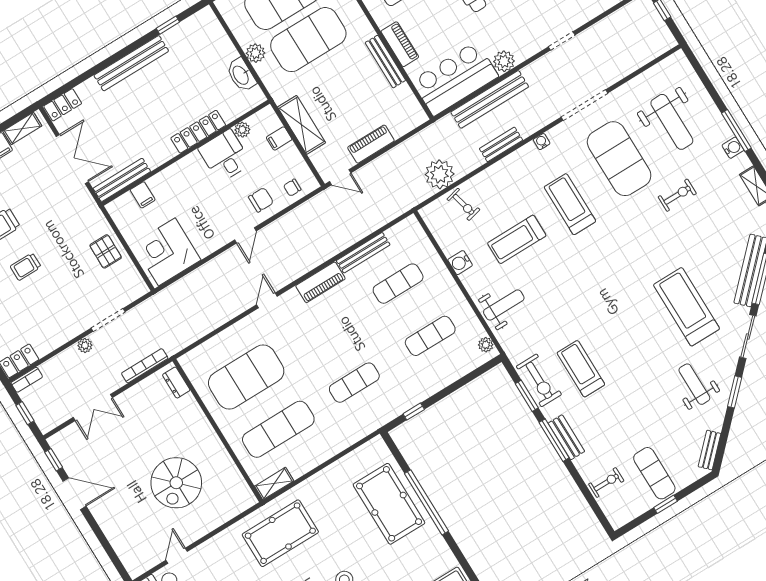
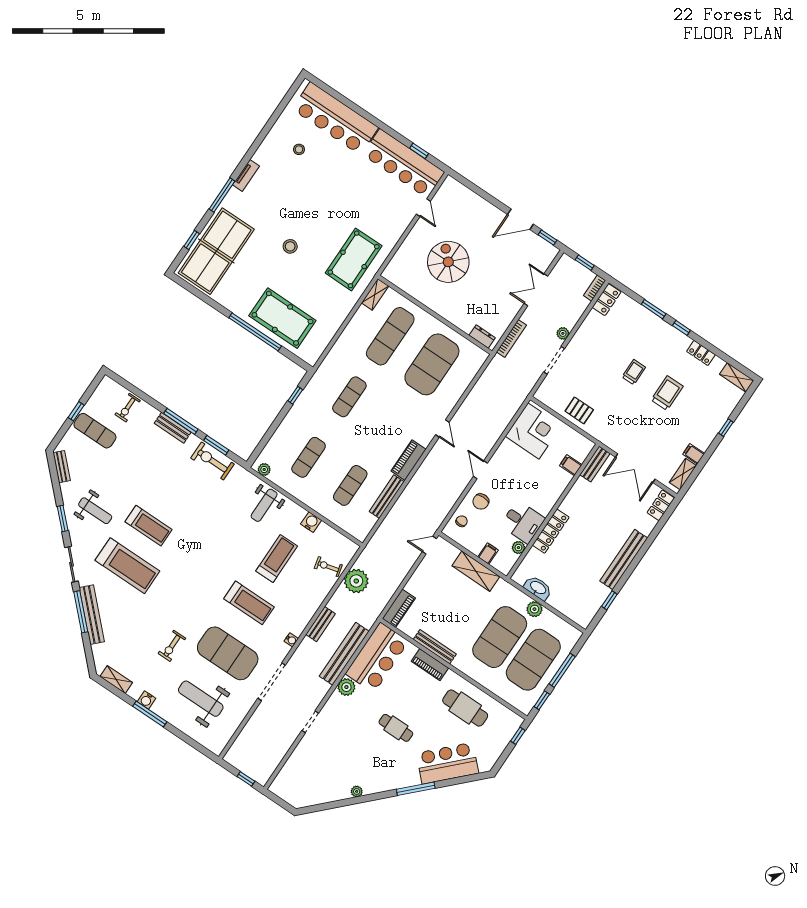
piano: (371, 144) -> (399, 608), moved
bench: (122, 180) -> (595, 464), width x0.73
treadmill: (581, 369) -> (148, 526), moved

